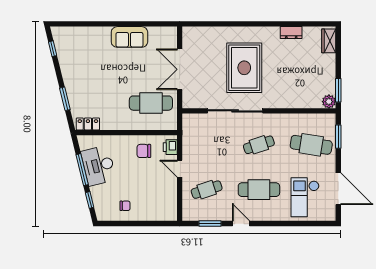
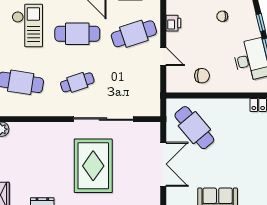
cafe table: (151, 103) -> (194, 128), turned 50
printer: (170, 147) -> (173, 23), moved
cafe table: (207, 190) -> (134, 34), width x1.37, depth x1.35

